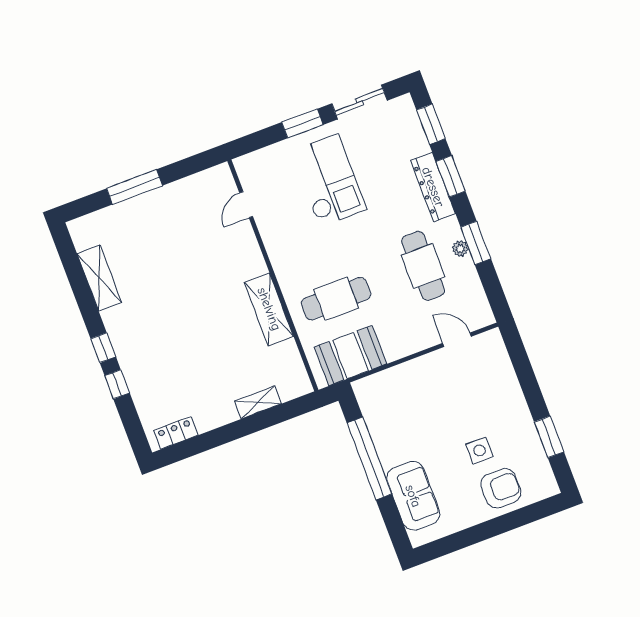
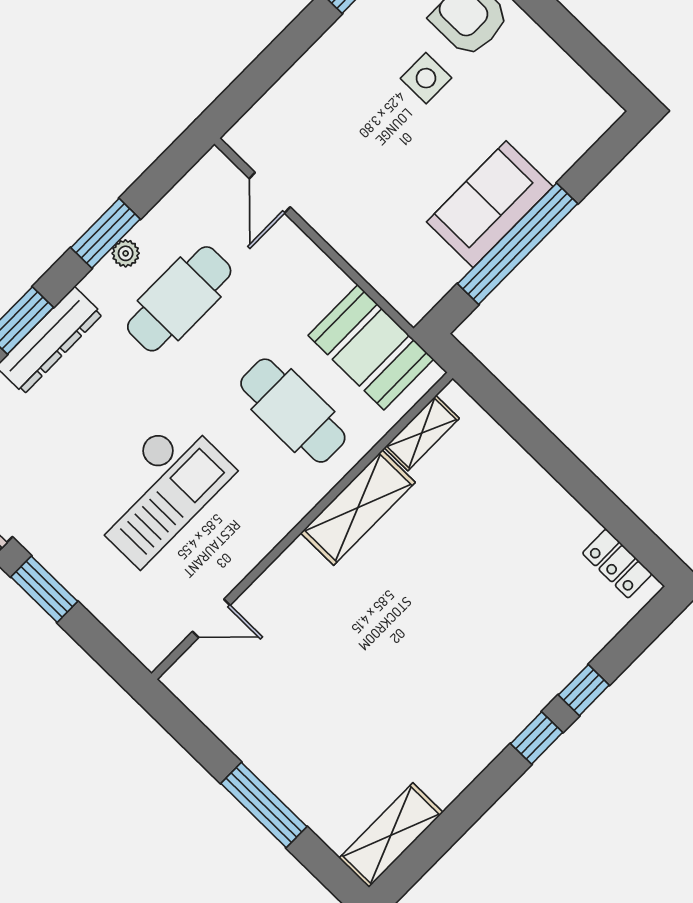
checkout: (329, 180) -> (158, 490), moved, turned 180
shelving: (99, 278) -> (391, 835), moved
shelving: (258, 402) -> (422, 433), moved, turned 90
sofa: (413, 496) -> (490, 204), moved

